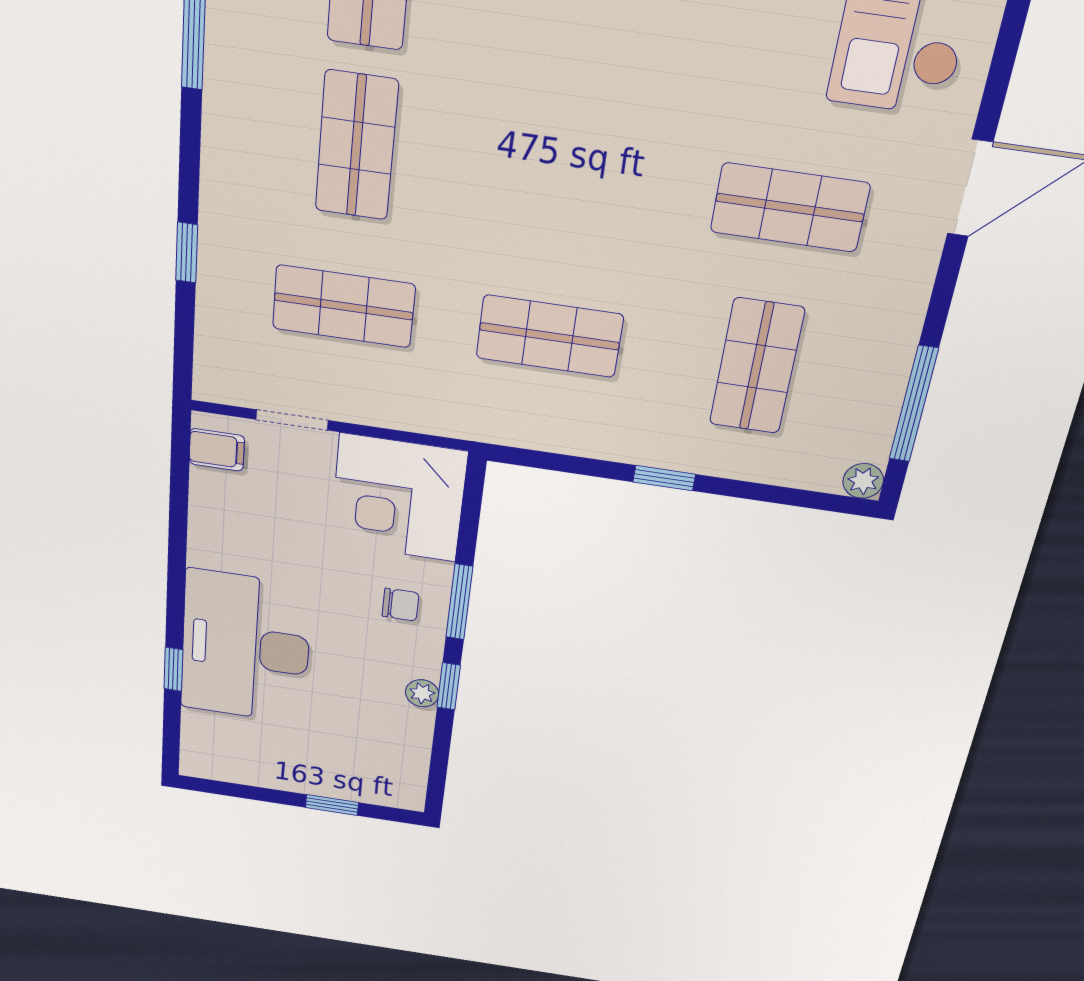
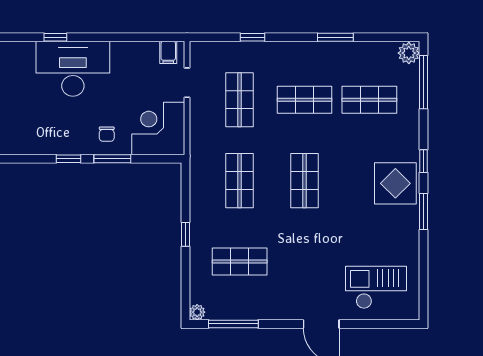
shop shelf: (790, 208) -> (304, 181), moved
plant: (422, 693) -> (63, 148), removed

